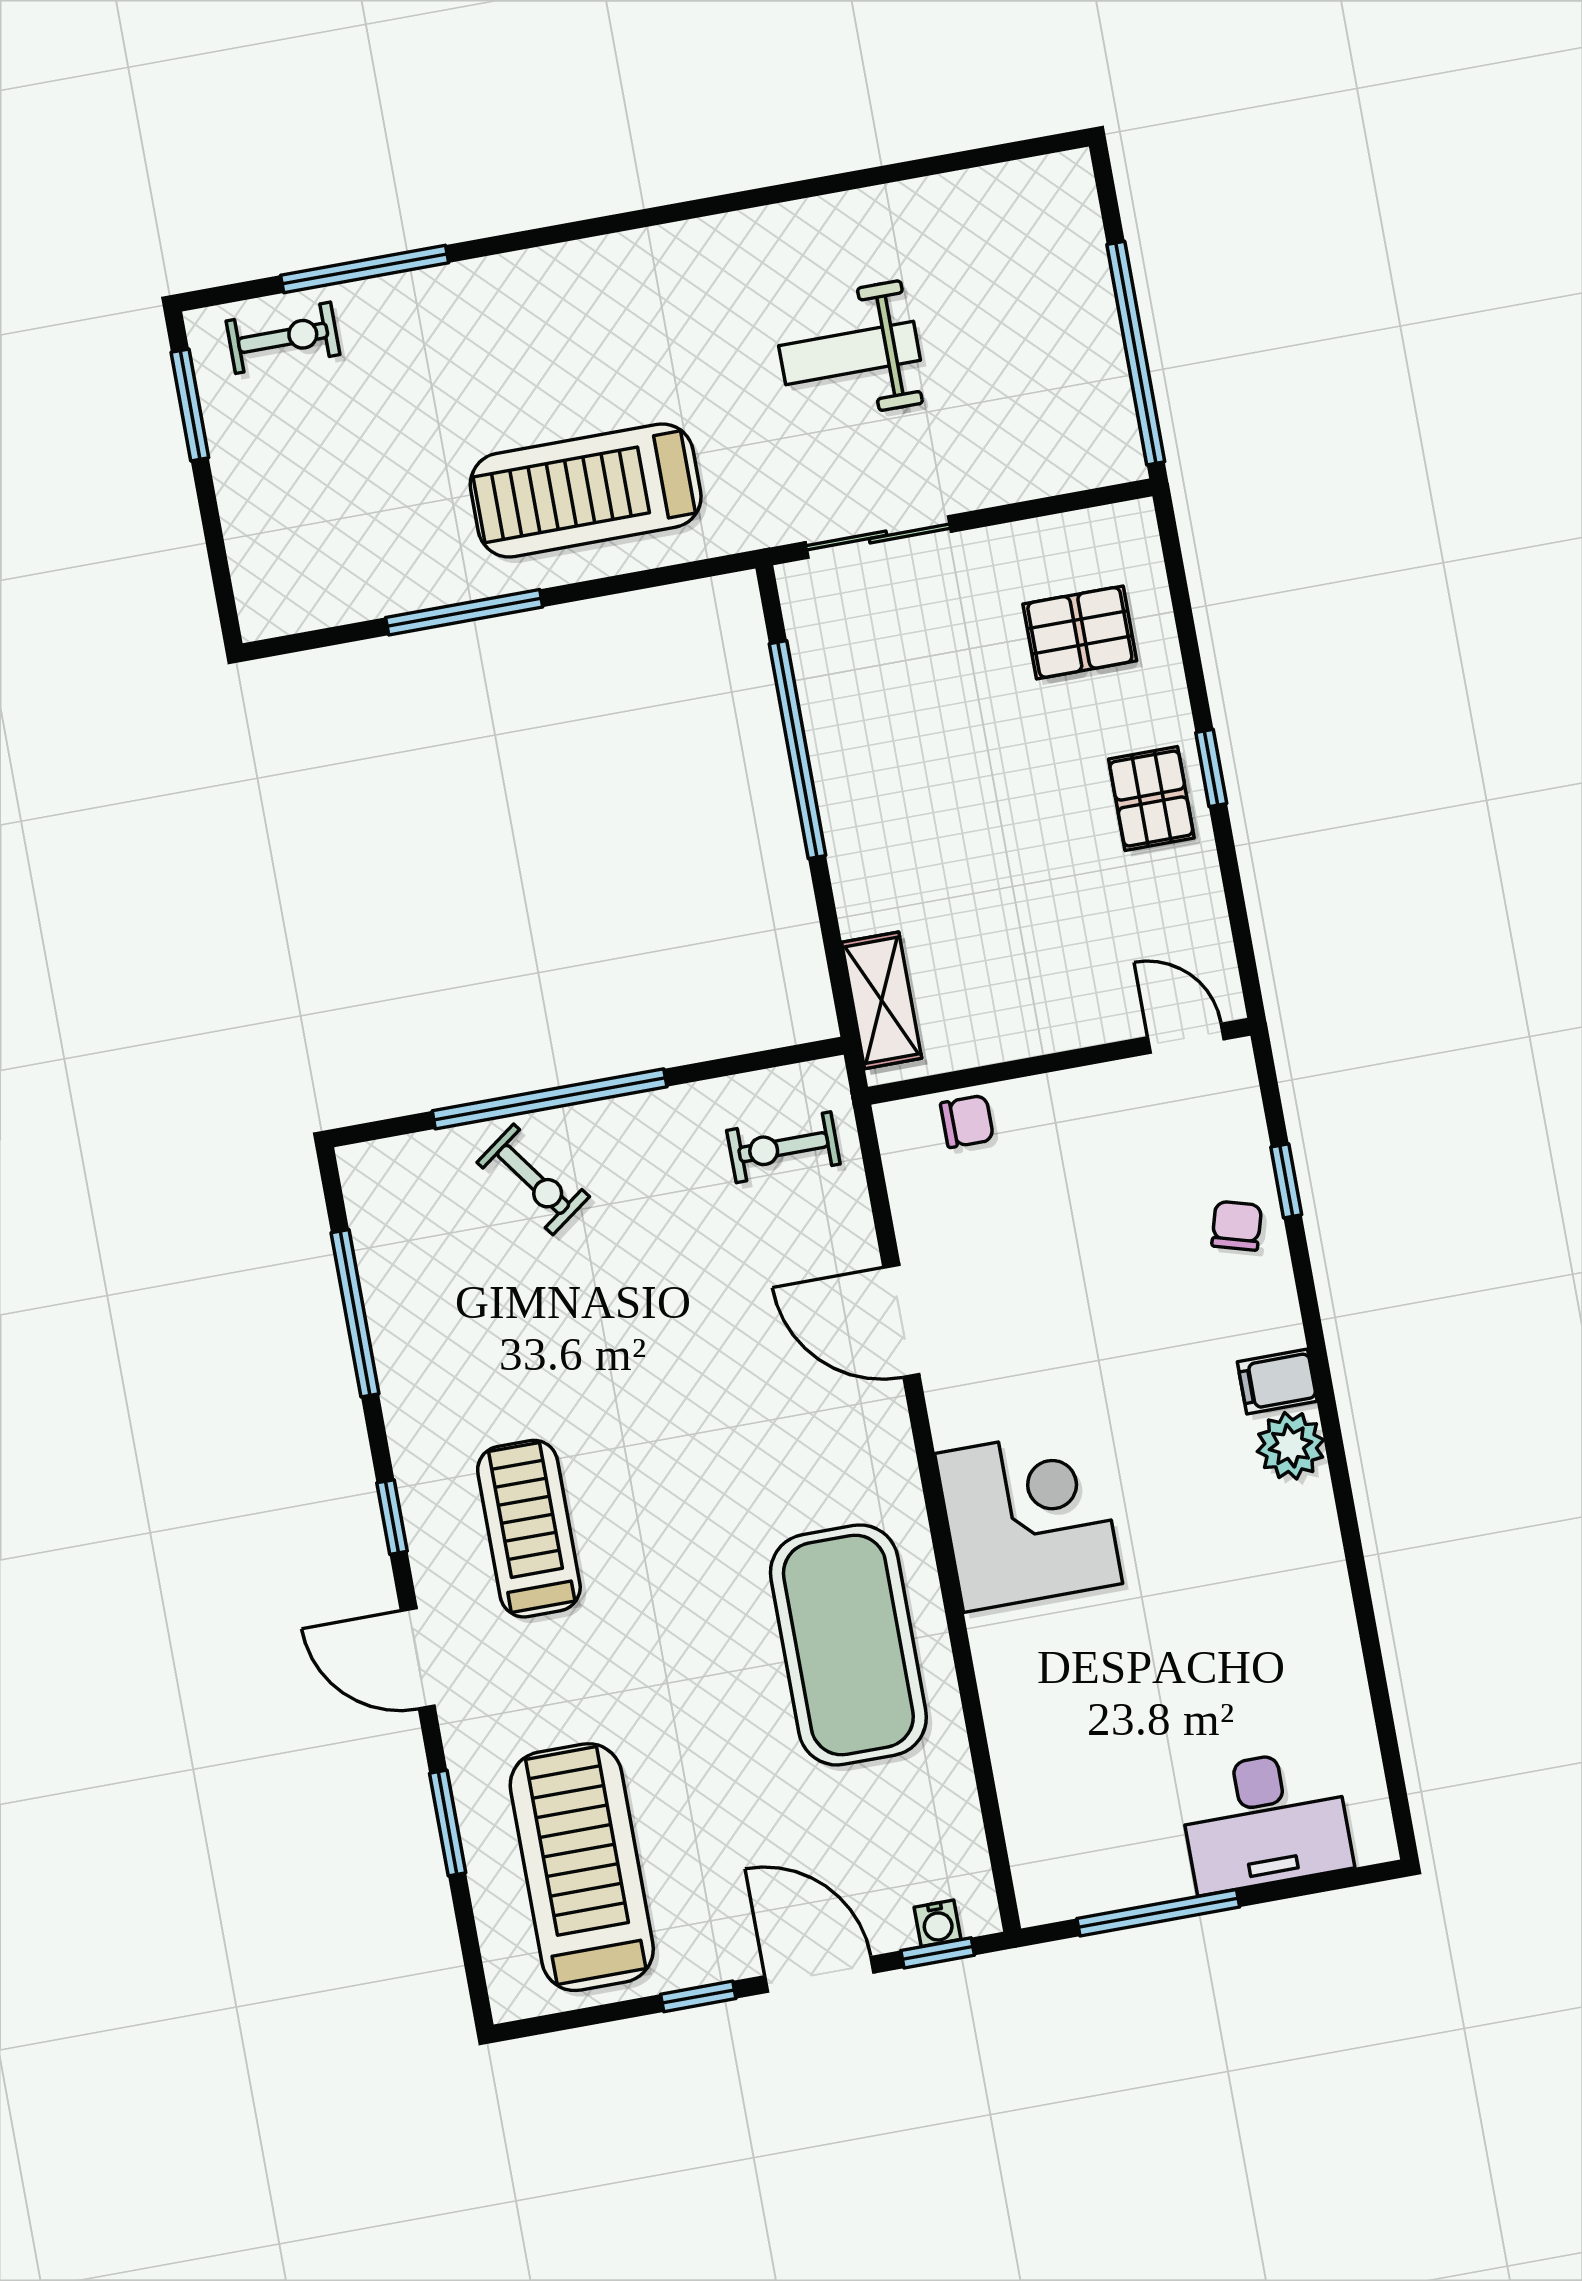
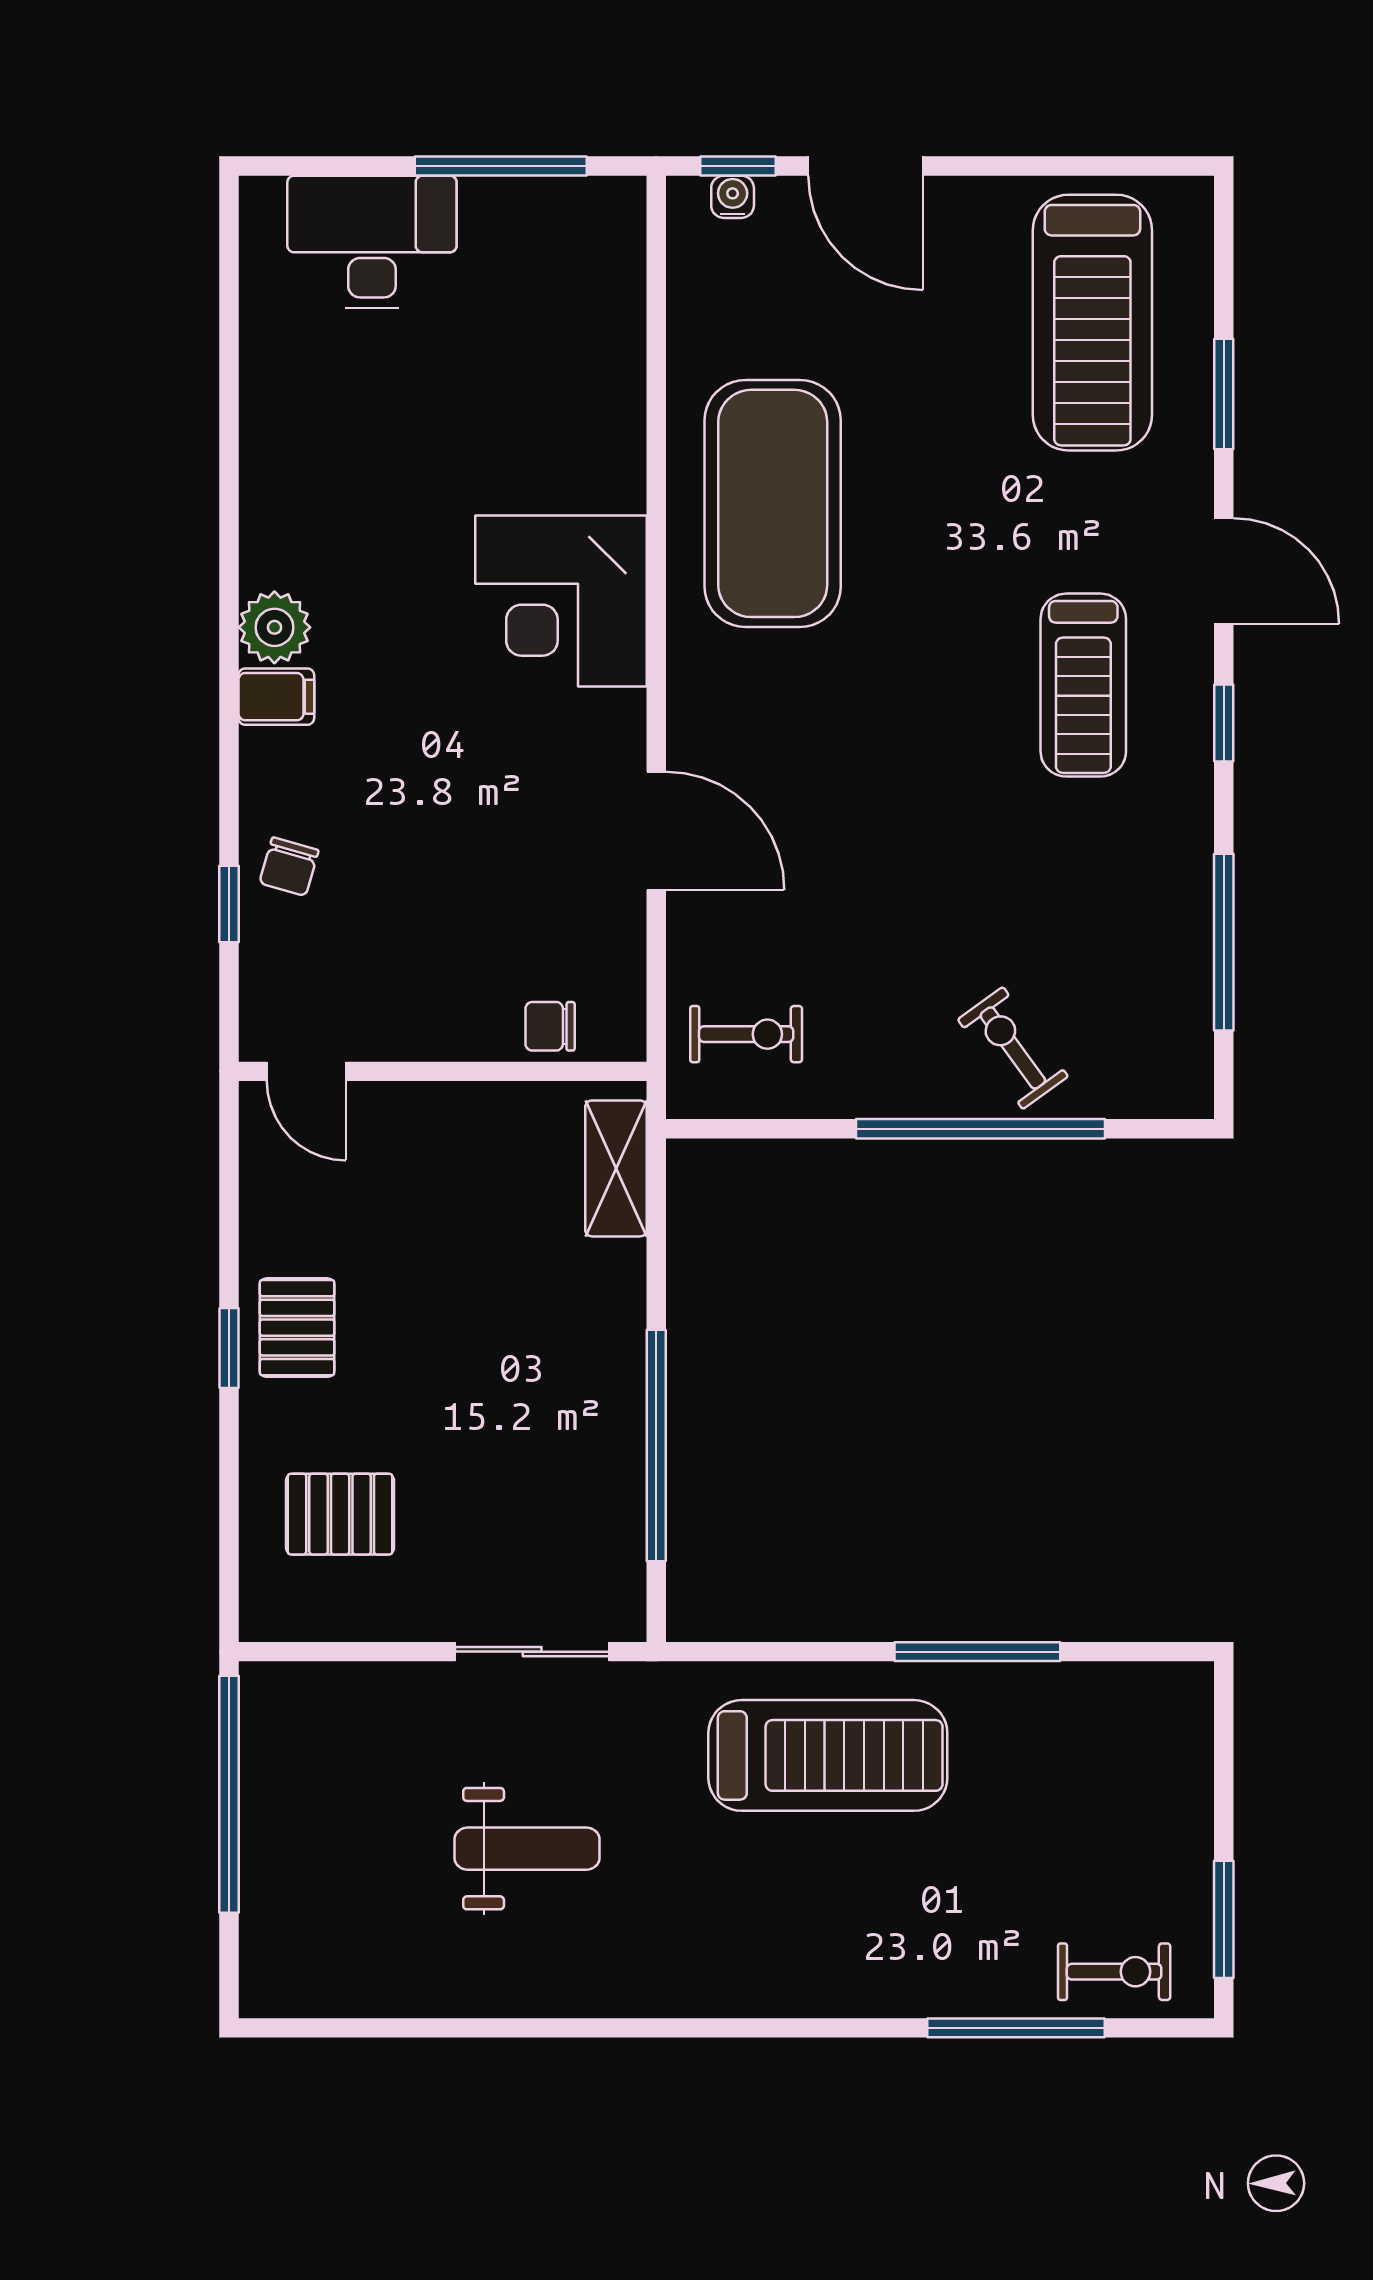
exercise bike: (283, 338) -> (1114, 1972), turned 180
window: (698, 1996) -> (996, 166), removed

